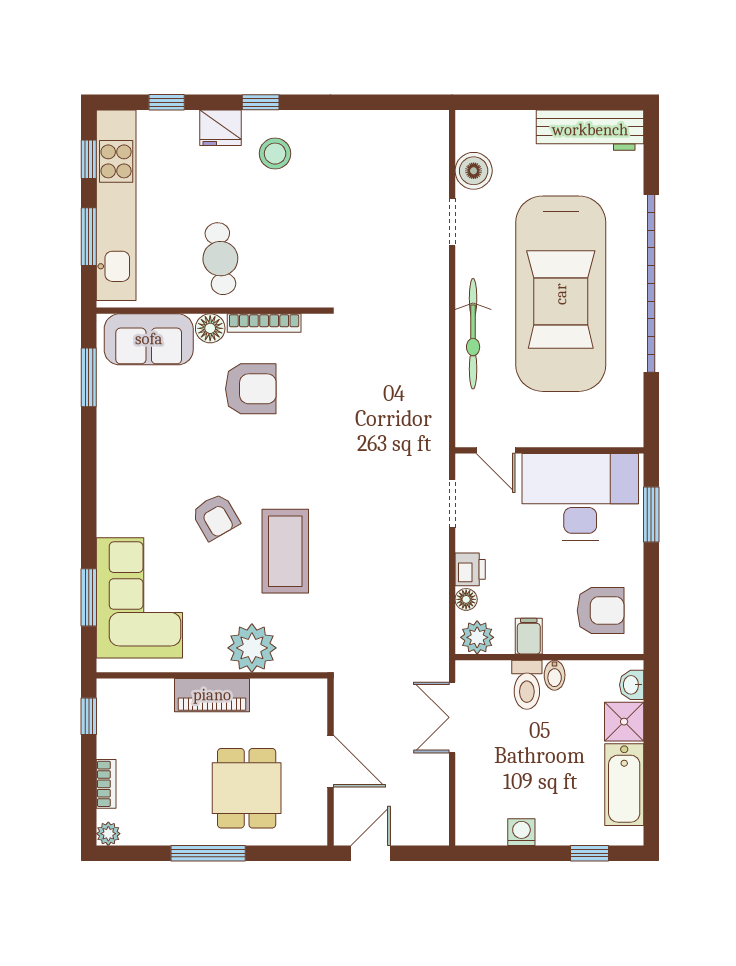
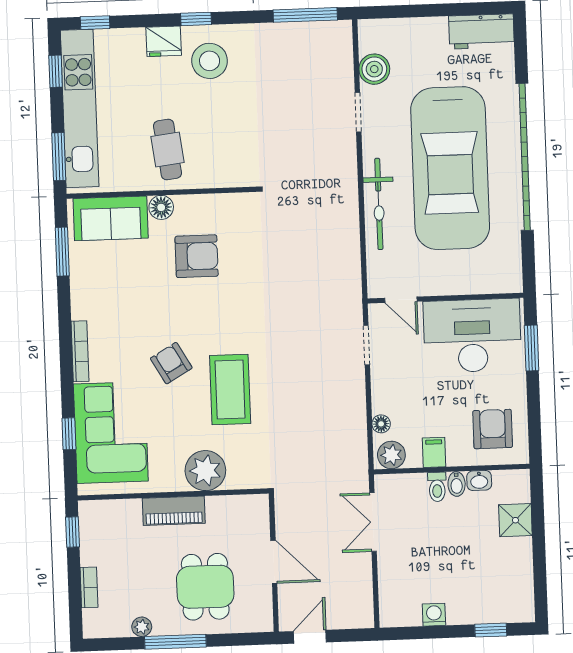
window: (167, 102) -> (95, 23), moved
window: (393, 102) -> (305, 15), added
workbench: (590, 130) -> (481, 31), width x0.73
stool: (275, 154) -> (210, 61), width x1.38, depth x1.38
window: (89, 237) -> (59, 157), moved
bookcase: (264, 323) -> (80, 351), moved, turned -90
armchair: (216, 517) -> (171, 363), turned 180
printer: (470, 569) -> (384, 399), removed
window: (89, 597) -> (69, 434), width x0.67
armchair: (601, 611) -> (493, 429), turned -90
toilet: (527, 685) -> (437, 487), width x0.73, depth x0.72
washbasin: (632, 685) -> (479, 481), moved, turned -90
bathtub: (624, 785) -> (517, 572), removed
plant: (108, 834) -> (142, 627), moved

